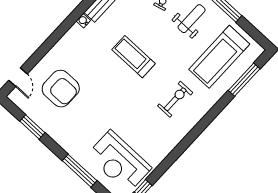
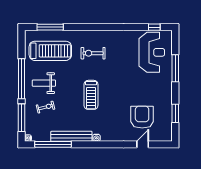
door: (18, 77) -> (143, 144), moved

